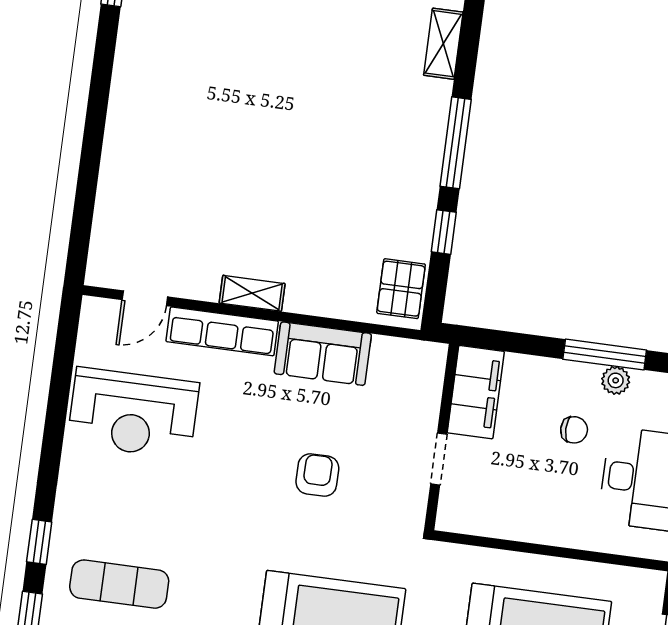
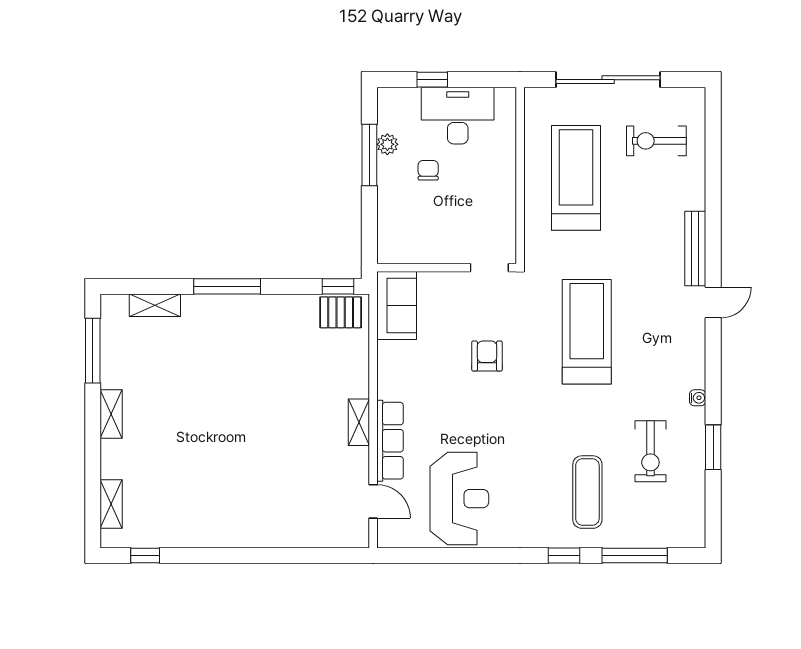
window: (444, 232) -> (338, 286), moved
sofa: (323, 354) -> (397, 306), moved
filing cabinet: (476, 392) -> (410, 247), removed
doorway: (439, 459) -> (489, 268), moved
armchair: (317, 475) -> (487, 356), turned 90

